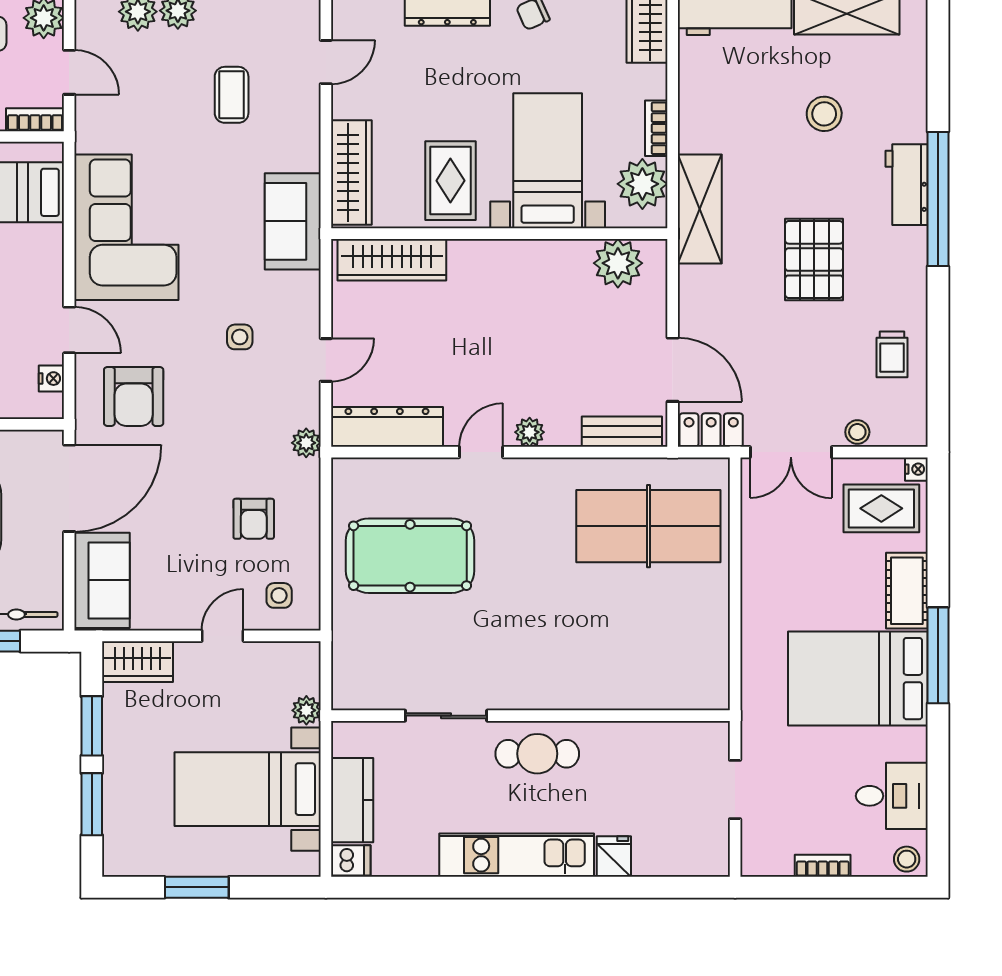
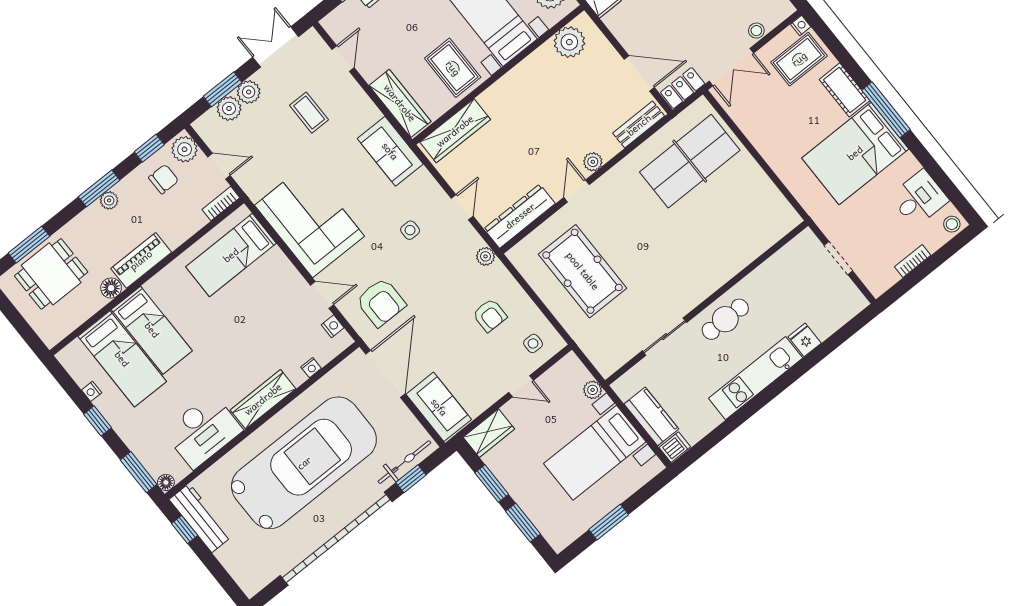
pool table: (410, 556) -> (583, 271), turned 90
door: (223, 636) -> (521, 386), swing flipped

